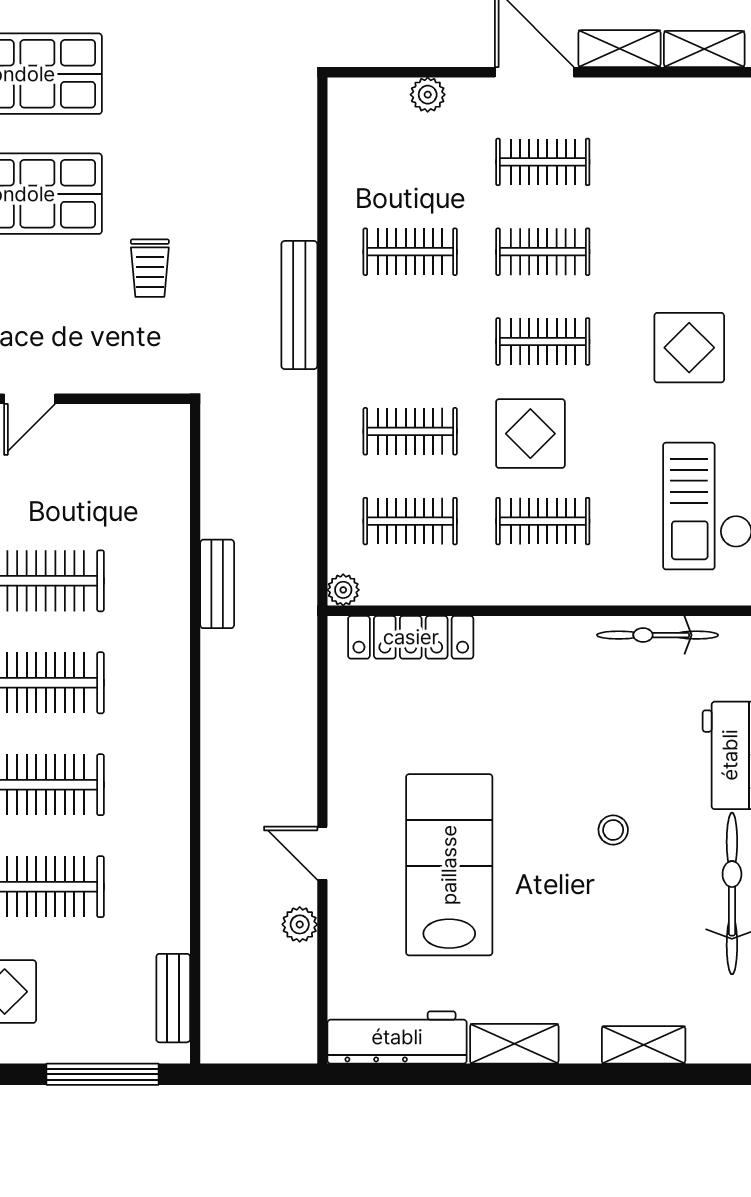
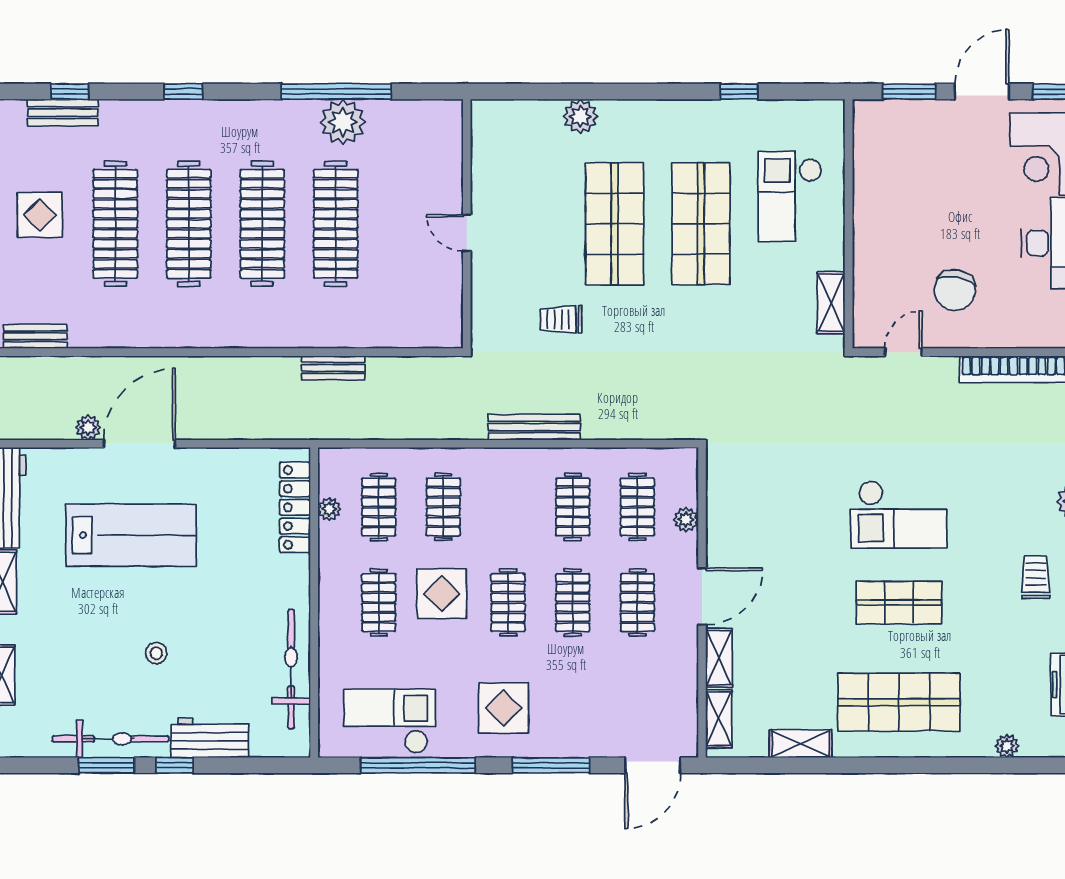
clothes rail: (410, 162) -> (637, 507), added
plant: (343, 590) -> (329, 509), moved
bicycle: (658, 635) -> (291, 669), width x1.37, depth x1.40
door: (322, 853) -> (139, 444), width x1.88

